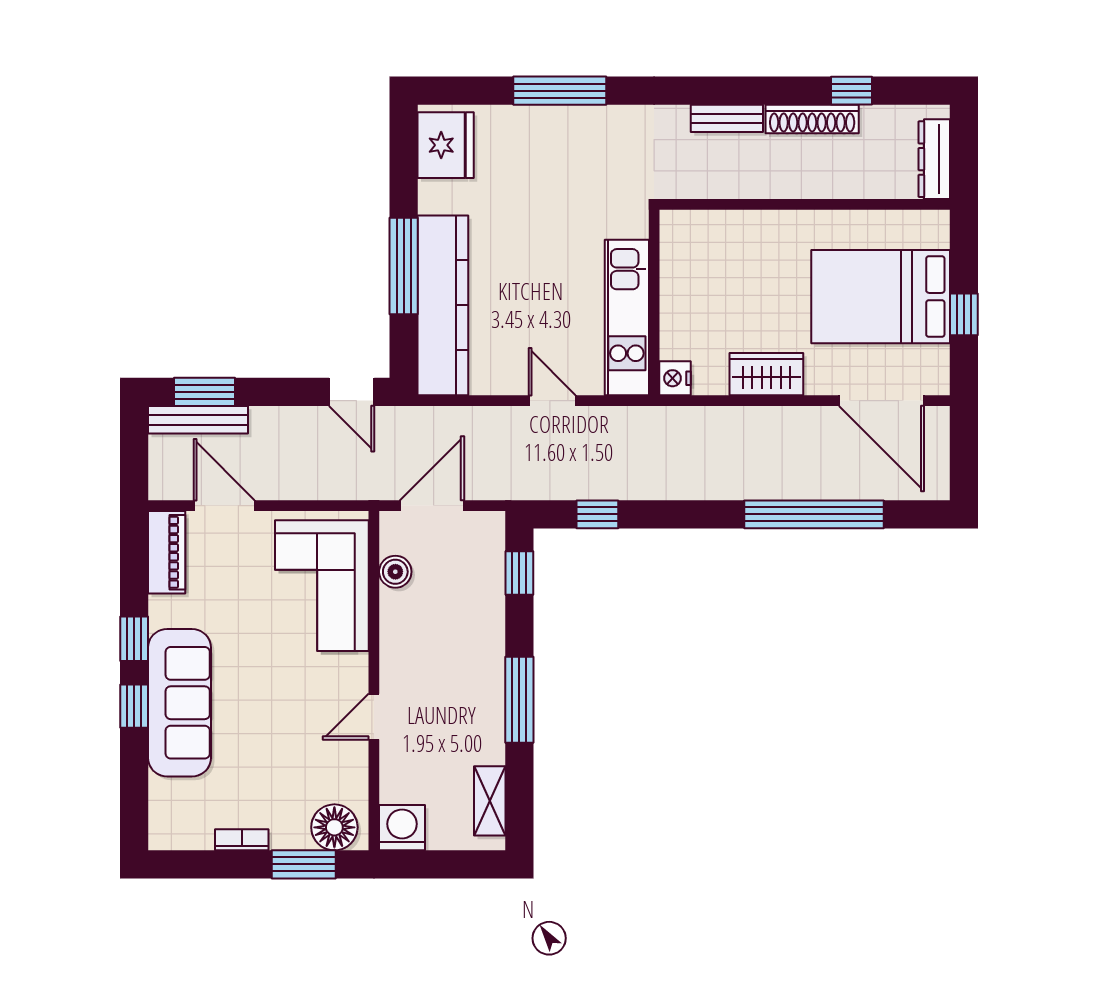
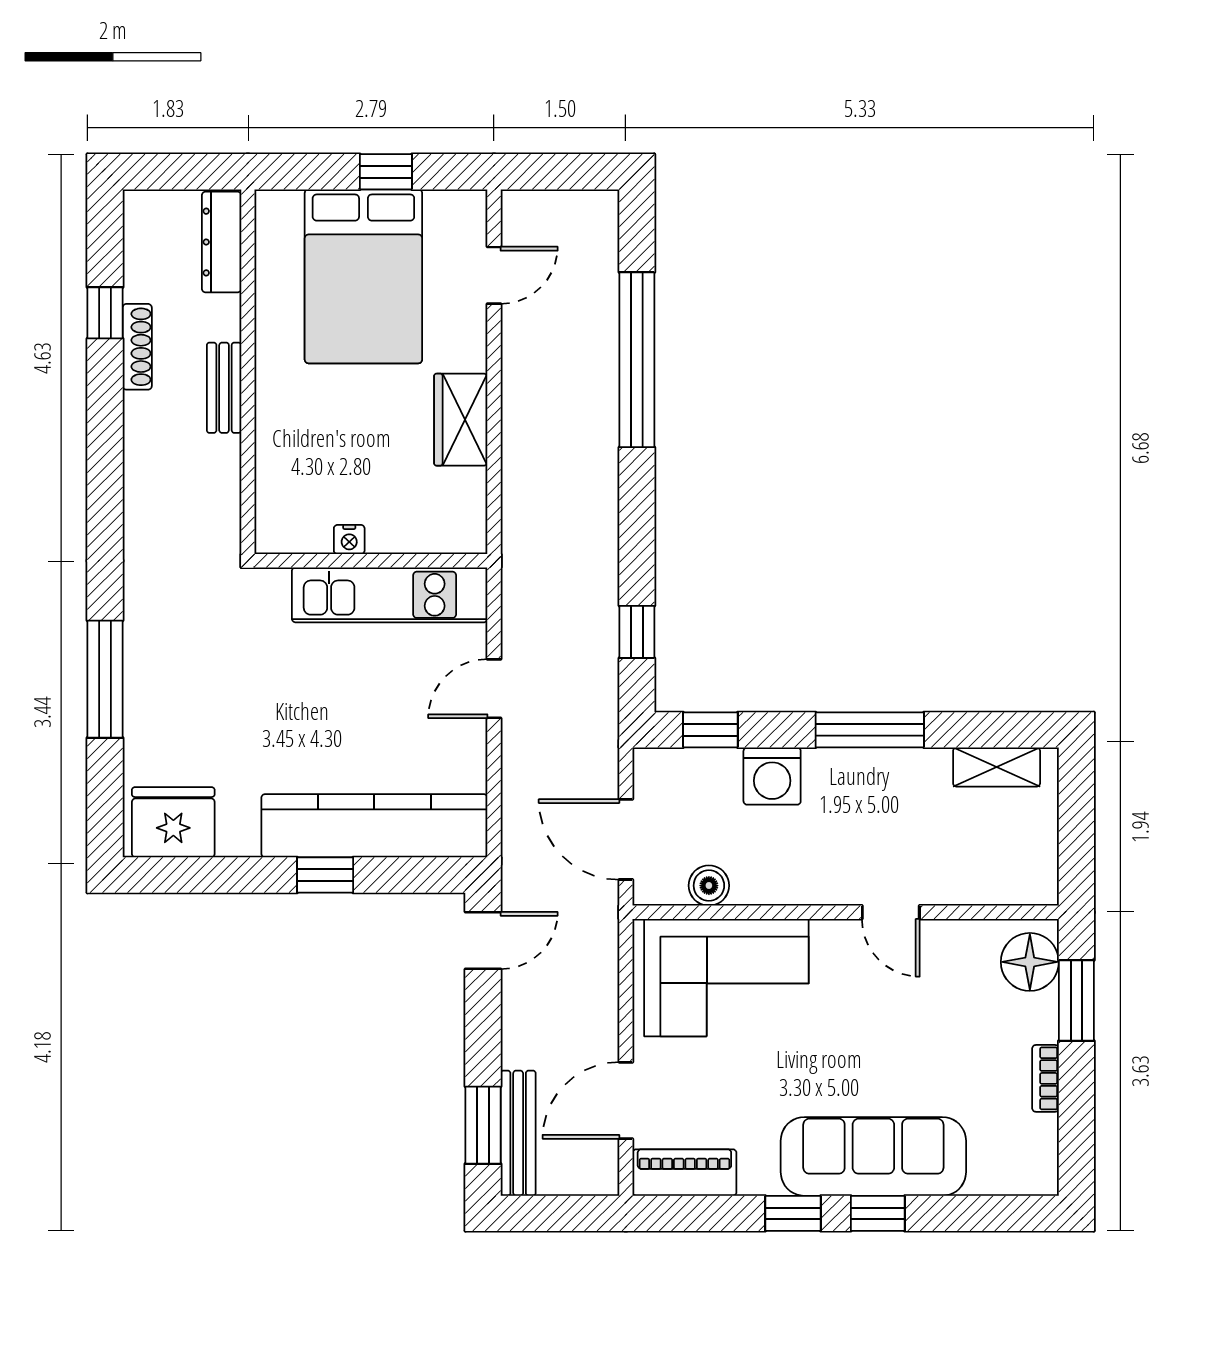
bench: (727, 118) -> (224, 388), moved
shoe rack: (812, 119) -> (137, 347), width x0.74, depth x0.81
dresser: (934, 159) -> (222, 242), moved, turned 90
window: (404, 266) -> (325, 875), width x0.46
nightstand: (675, 378) -> (349, 539), moved, width x0.72, depth x0.74
door: (881, 401) -> (494, 275), width x0.53
washing machine: (402, 828) -> (772, 776), moved, turned -90

